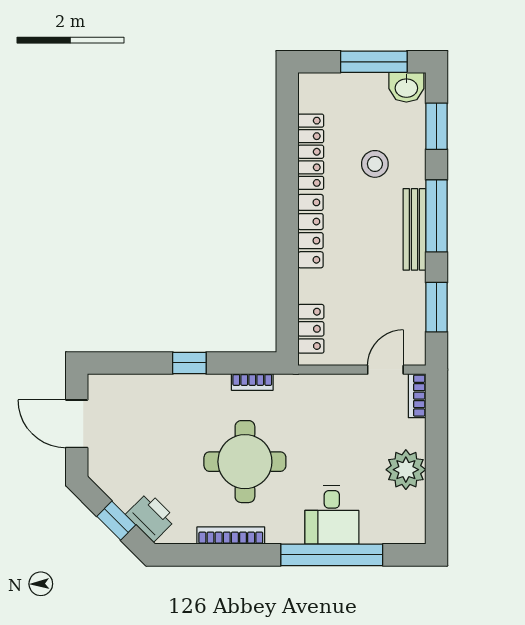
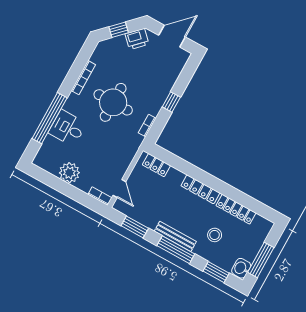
printer: (151, 517) -> (137, 39), moved

